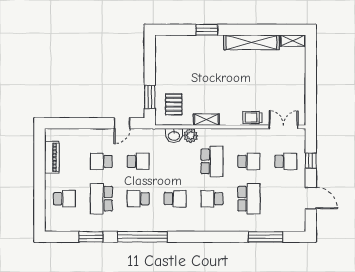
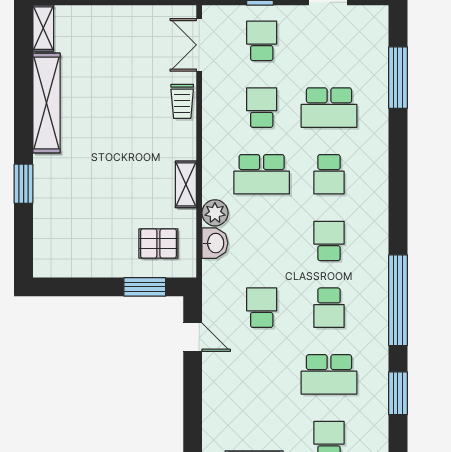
school desk: (101, 161) -> (262, 374), removed
school desk: (212, 161) -> (262, 174), turned 180
school desk: (249, 199) -> (329, 108), turned 180

